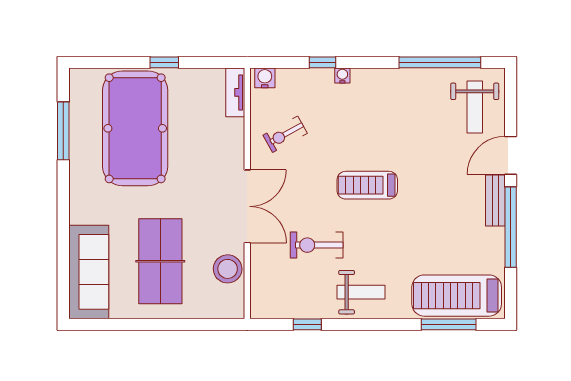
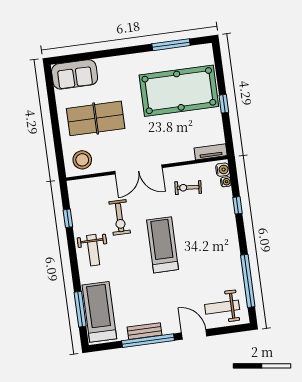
water cooler: (342, 75) -> (226, 182), moved
exercise bike: (285, 134) -> (188, 188), turned -56
treadmill: (367, 185) -> (163, 245), width x1.37, depth x1.38
bench: (495, 201) -> (145, 331), moved
exercise bike: (317, 245) -> (120, 217), turned 180
stool: (228, 269) -> (82, 160), moved
sofa: (89, 272) -> (75, 74), width x0.73

